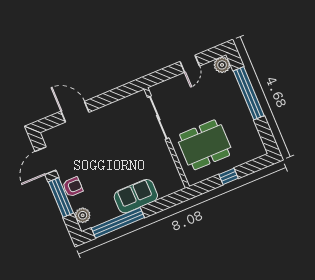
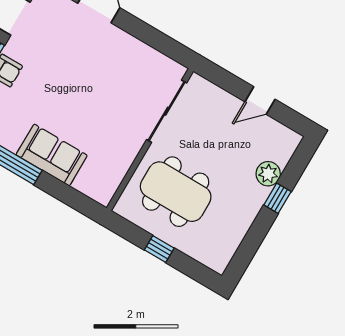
plant: (222, 65) -> (268, 174), moved
window: (249, 93) -> (277, 198), width x0.32

